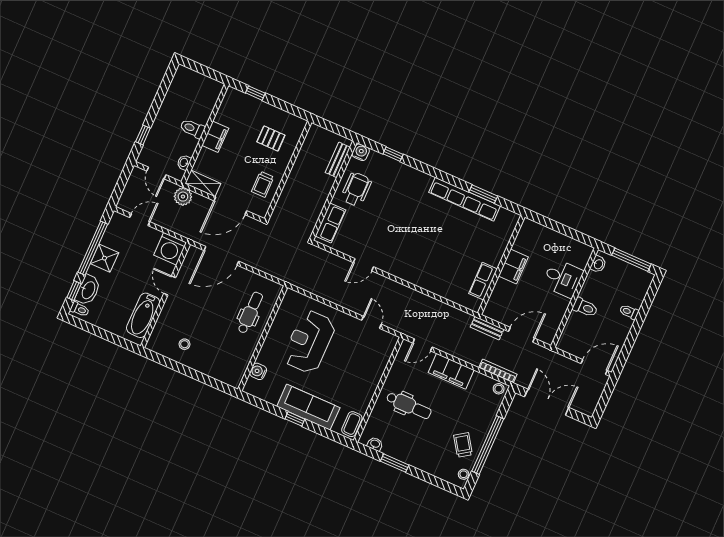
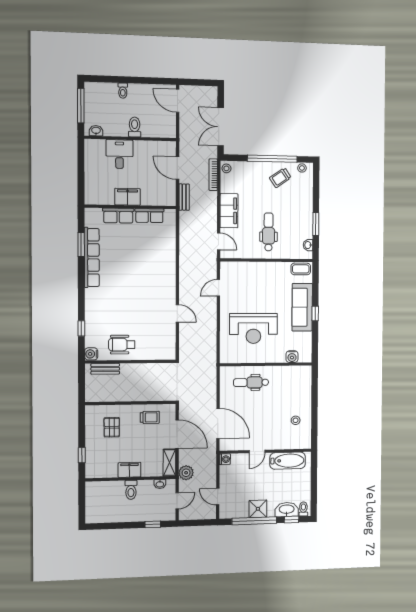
row of seats: (330, 223) -> (118, 216), moved, turned 180
washing machine: (170, 249) -> (225, 459), width x0.53, depth x0.53

